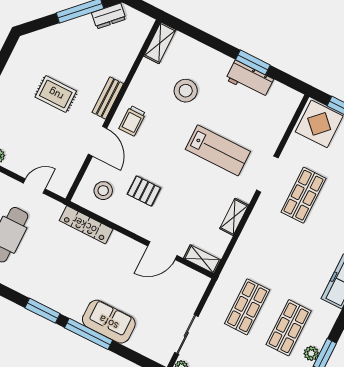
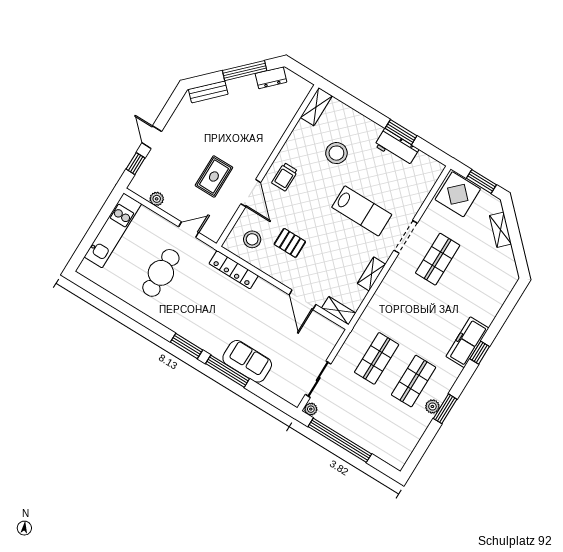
rug: (56, 94) -> (214, 176), moved, turned 90
bench: (108, 98) -> (208, 92), moved, turned 45
door: (162, 251) -> (302, 300), hinge flipped

